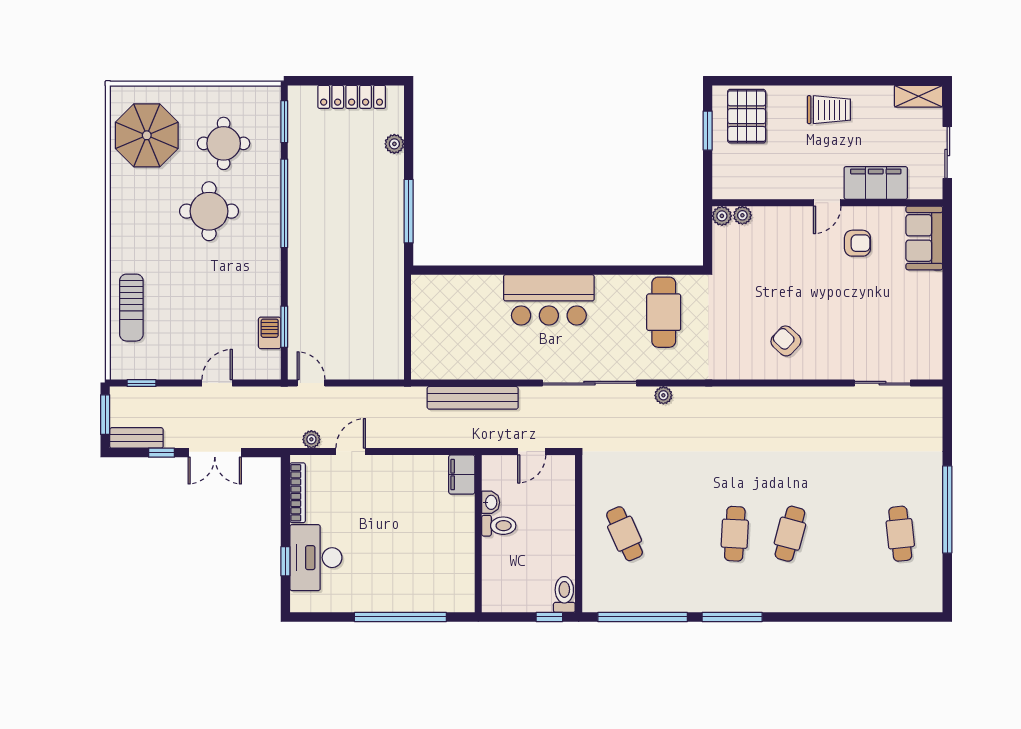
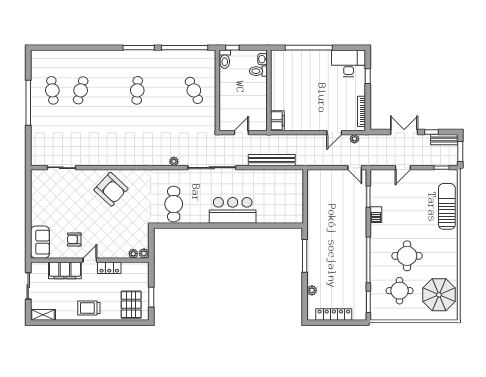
locker: (789, 188) -> (109, 268), added
sun lounger: (131, 308) -> (447, 206), width x1.36, depth x1.34
barbecue: (270, 333) -> (376, 215), moved
armchair: (786, 341) -> (111, 189), width x1.88, depth x1.88
washbasin: (491, 502) -> (263, 59), moved
toilet: (499, 526) -> (258, 71), moved
cafe table: (790, 534) -> (81, 90), moved
desk: (316, 558) -> (349, 63), moved, turned -90

